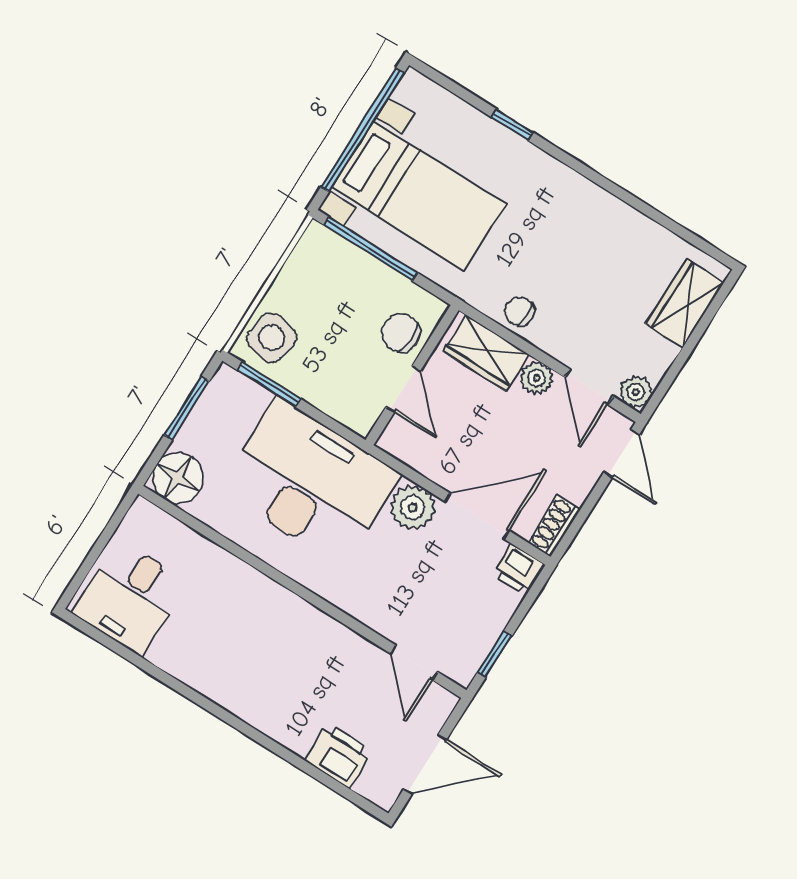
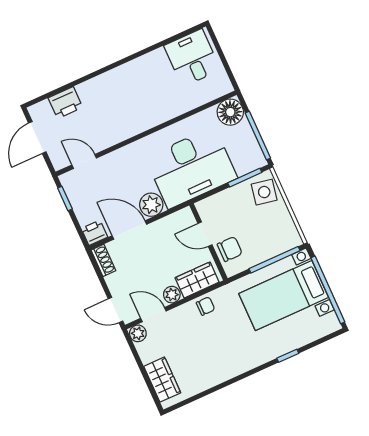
window: (187, 408) -> (258, 136), width x1.44
door: (477, 516) -> (129, 230), swing flipped

